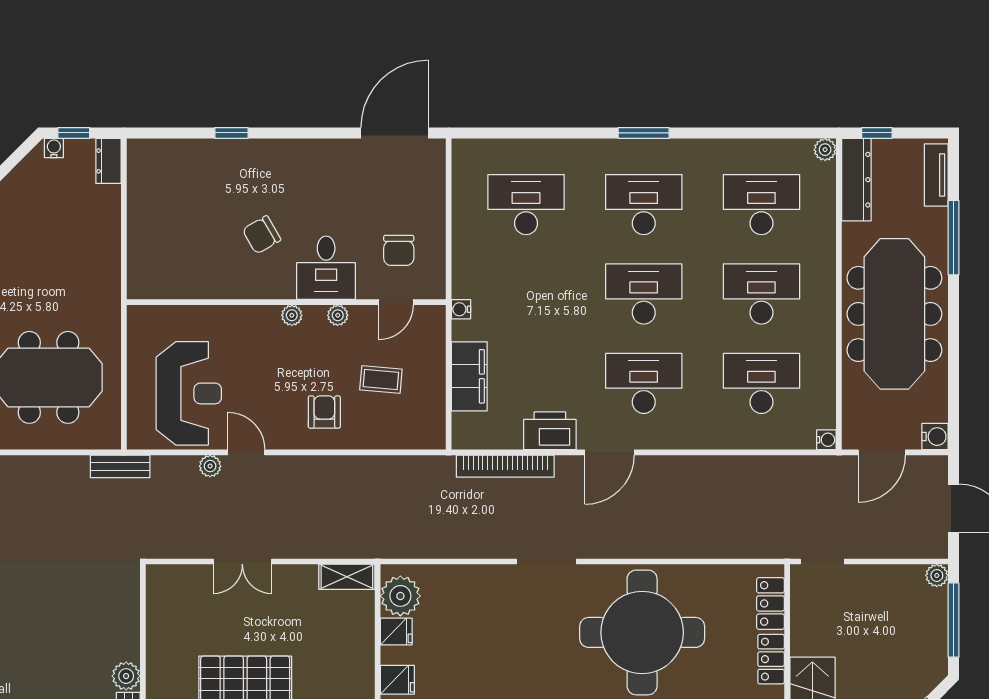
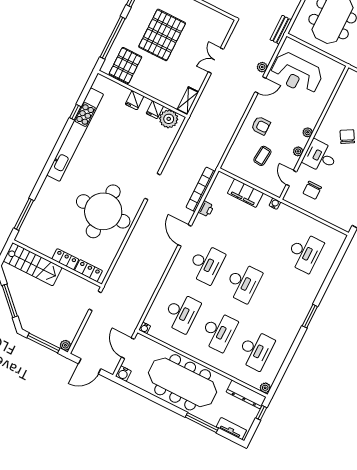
desk: (644, 205) -> (280, 301), removed
chair: (399, 250) -> (312, 190), turned -90
printer: (550, 431) -> (206, 209), width x0.53, depth x0.68

